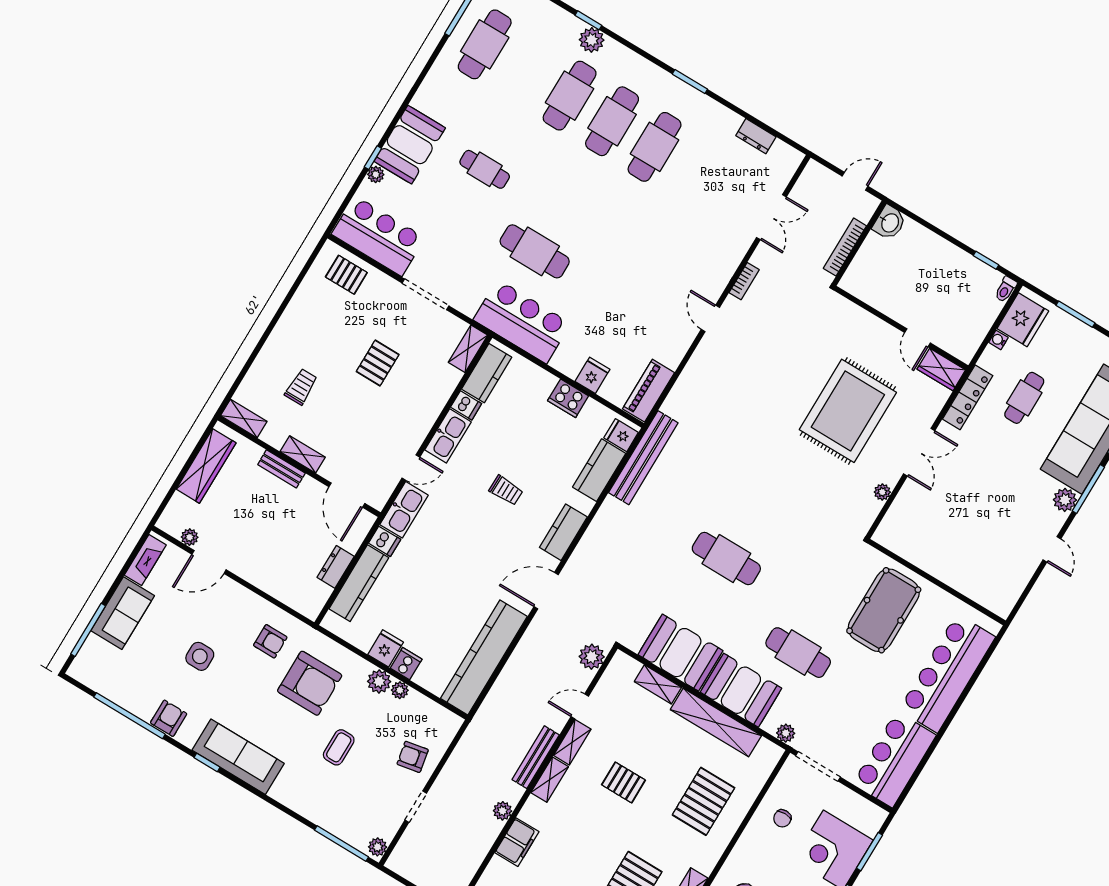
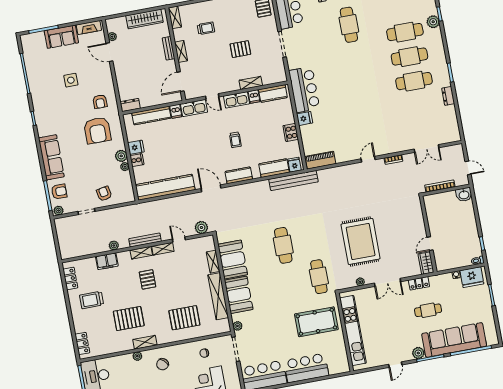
dresser: (756, 136) -> (448, 96), moved
cafe table: (485, 169) -> (349, 25), width x1.37, depth x1.35
cafe table: (535, 251) -> (335, 71), removed
shelving: (468, 349) -> (251, 83), moved
fridge: (592, 375) -> (305, 118), moved
locker: (968, 397) -> (419, 283), width x0.66
cafe table: (1024, 398) -> (428, 310), moved
rug: (848, 411) -> (361, 241), moved, turned 90
dresser: (336, 567) -> (130, 105), moved
kitchen unit: (945, 567) -> (353, 331), added
cafe table: (798, 653) -> (319, 277), moved
bar counter: (947, 673) -> (306, 368), width x0.73
armchair: (169, 718) -> (59, 192), moved
coffee table: (339, 747) -> (83, 163), removed
sofa: (238, 757) -> (51, 157), moved
pallet: (623, 782) -> (147, 279), moved

